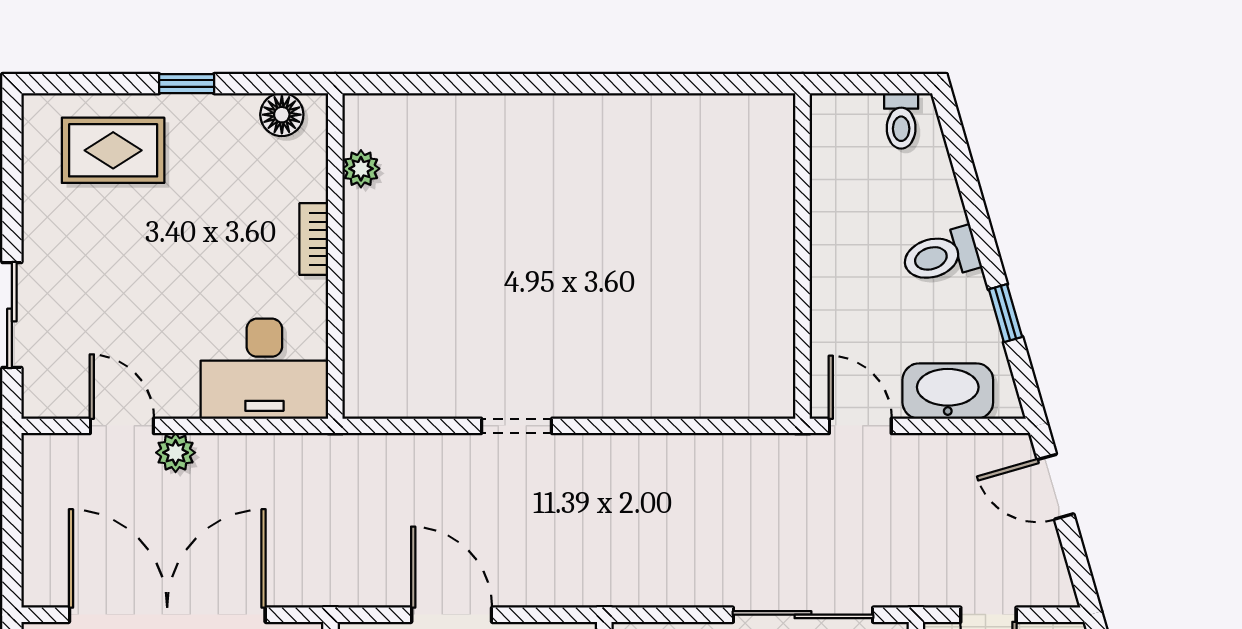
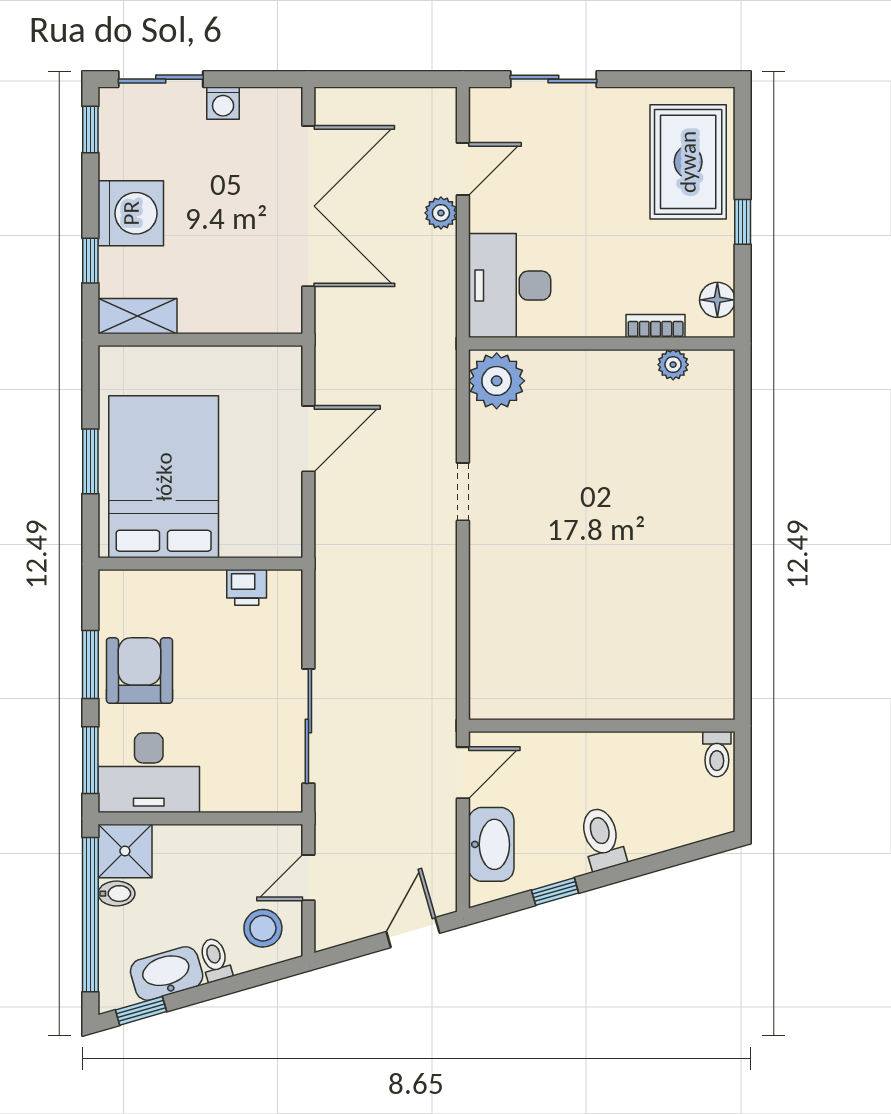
toilet: (901, 121) -> (717, 754), moved, turned -90
rug: (113, 150) -> (688, 162), width x1.36, depth x1.43
bookcase: (314, 239) -> (656, 326), moved
plant: (381, 385) -> (497, 381), added

